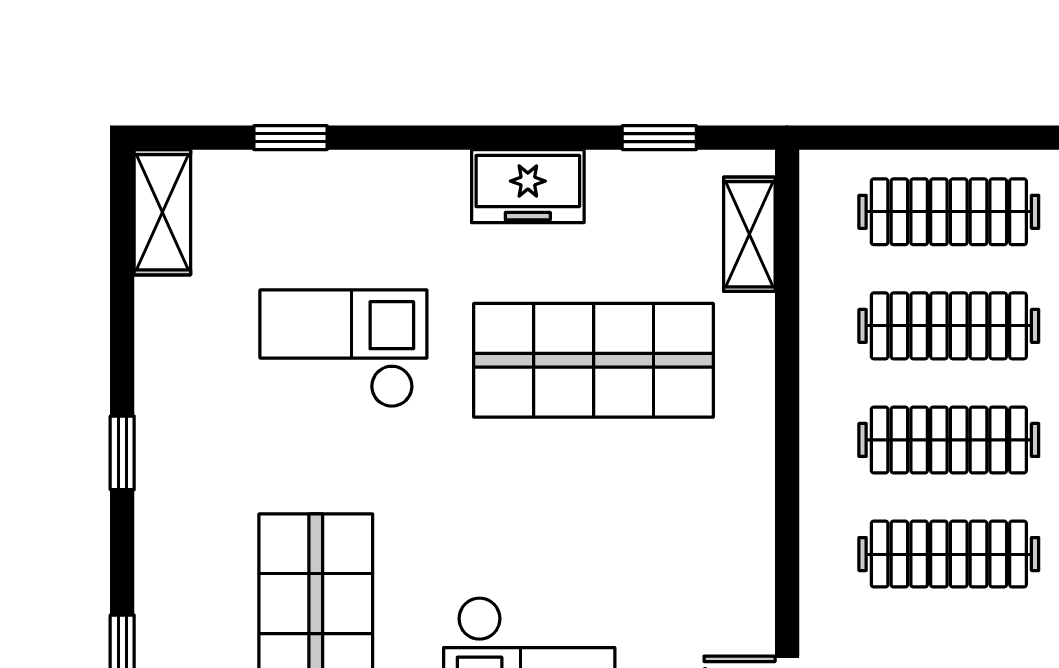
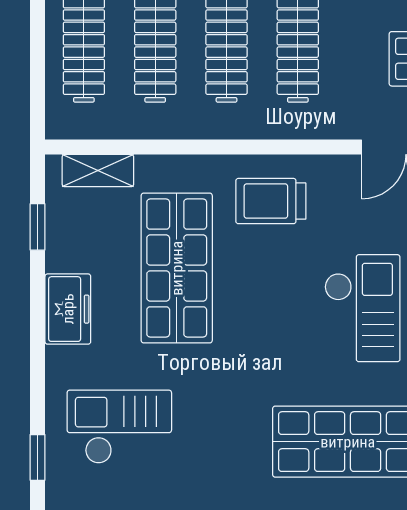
checkout: (343, 349) -> (119, 427), moved, turned 90
trolley: (701, 511) -> (271, 201), added

